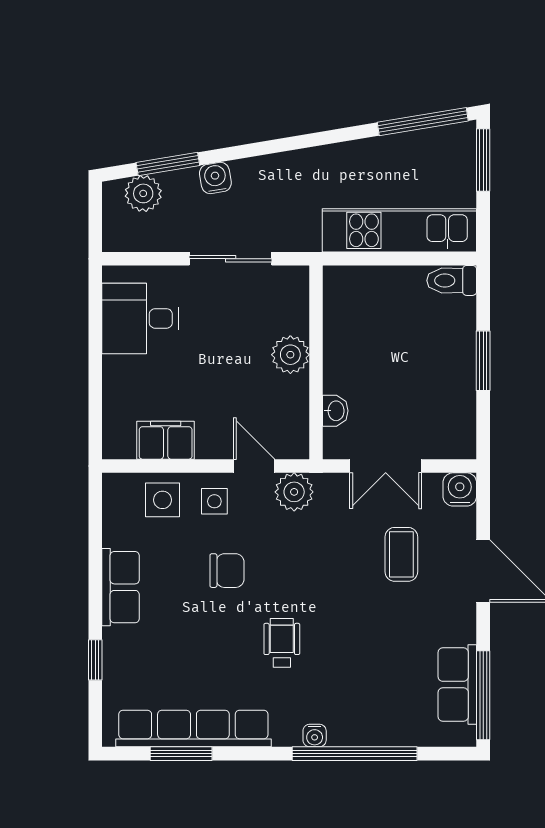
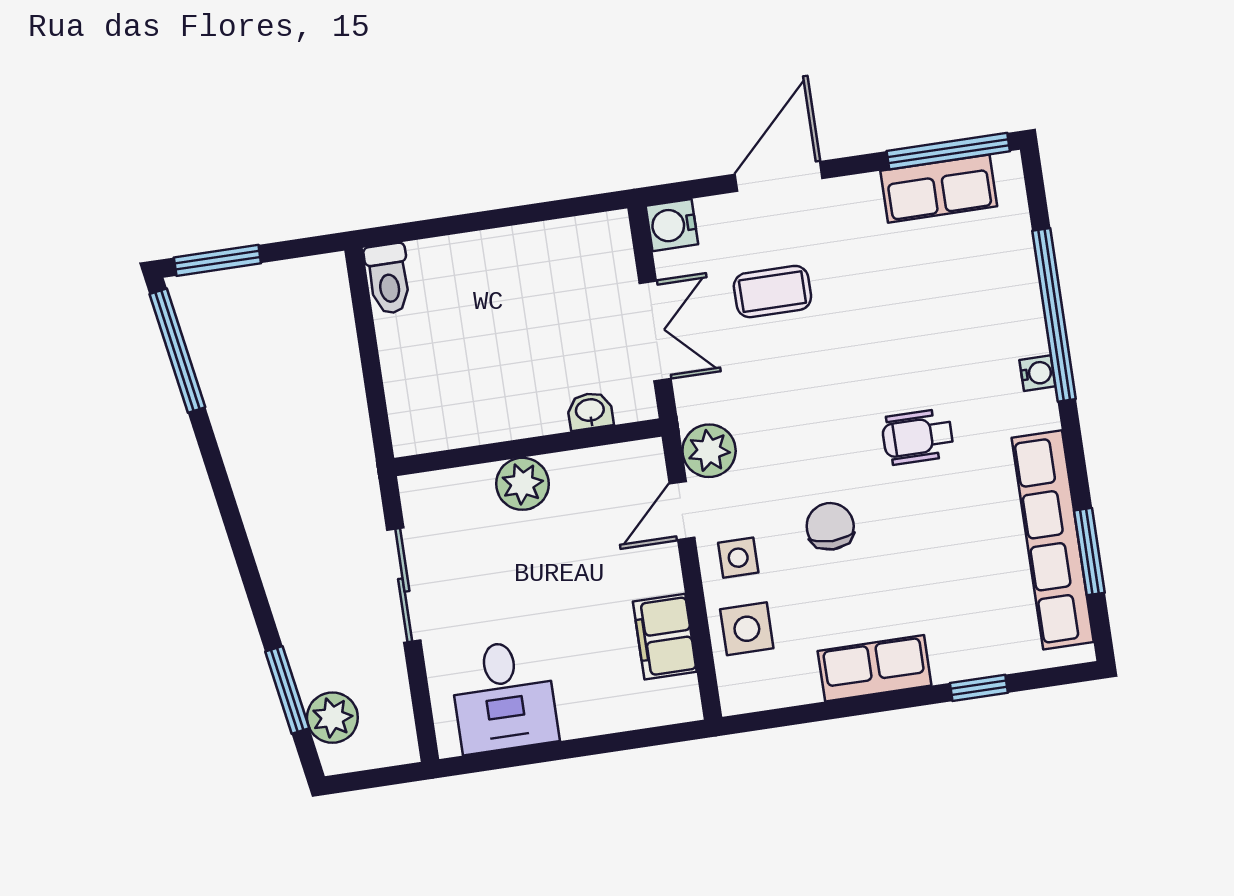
water cooler: (215, 178) -> (297, 622), removed
kitchen unit: (399, 230) -> (330, 360), removed
window: (483, 361) -> (491, 219), removed

